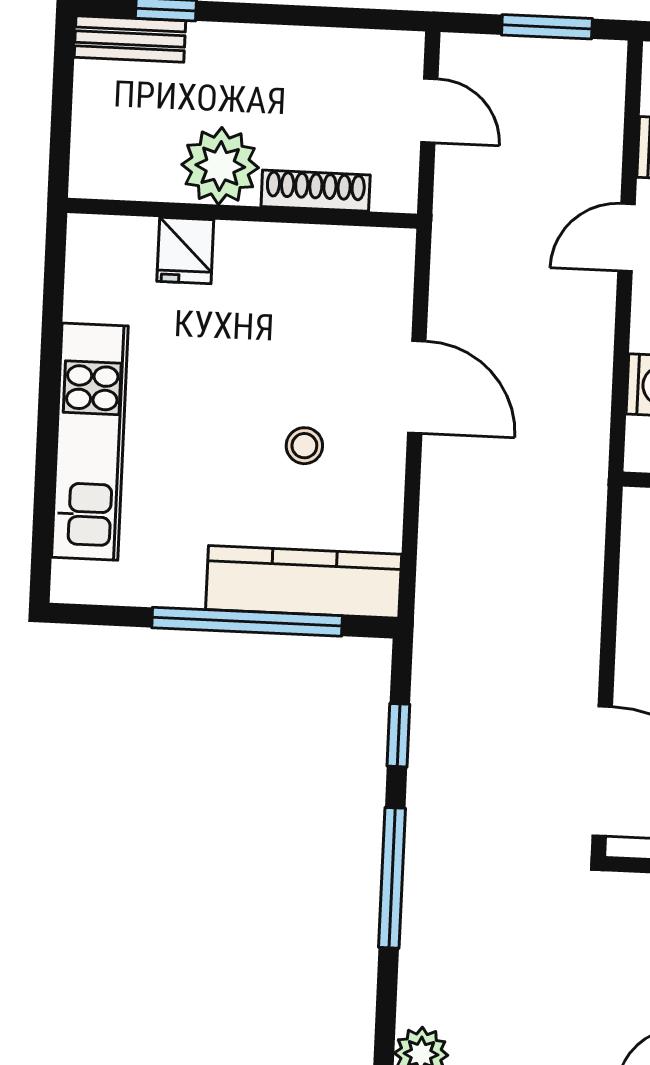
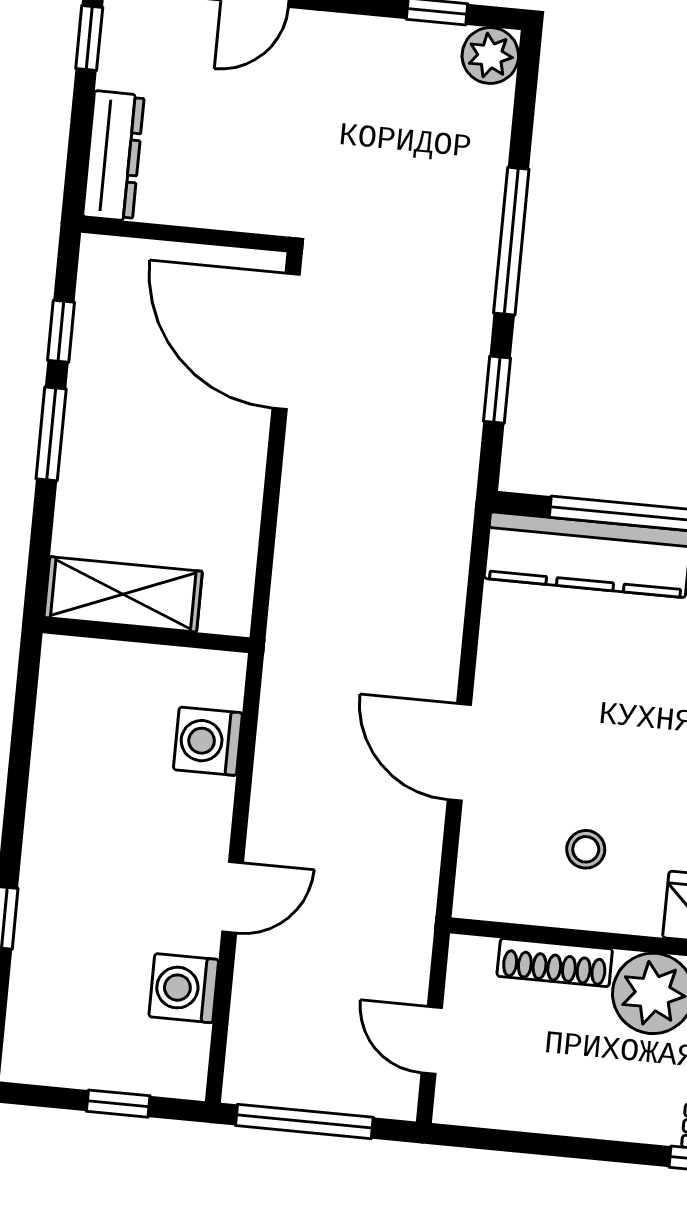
window: (547, 27) -> (304, 1121), width x1.44
stool: (304, 446) -> (586, 849), moved

